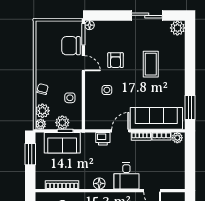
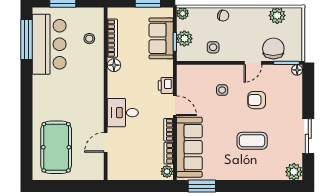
plant: (42, 111) -> (277, 16), moved
floor lamp: (99, 183) -> (114, 65), moved

